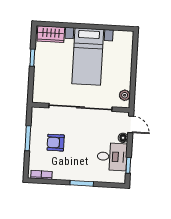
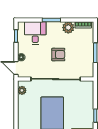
armchair: (56, 143) -> (58, 55), moved
desk: (112, 157) -> (35, 33), moved, turned 90
plant: (61, 172) -> (68, 28), added

